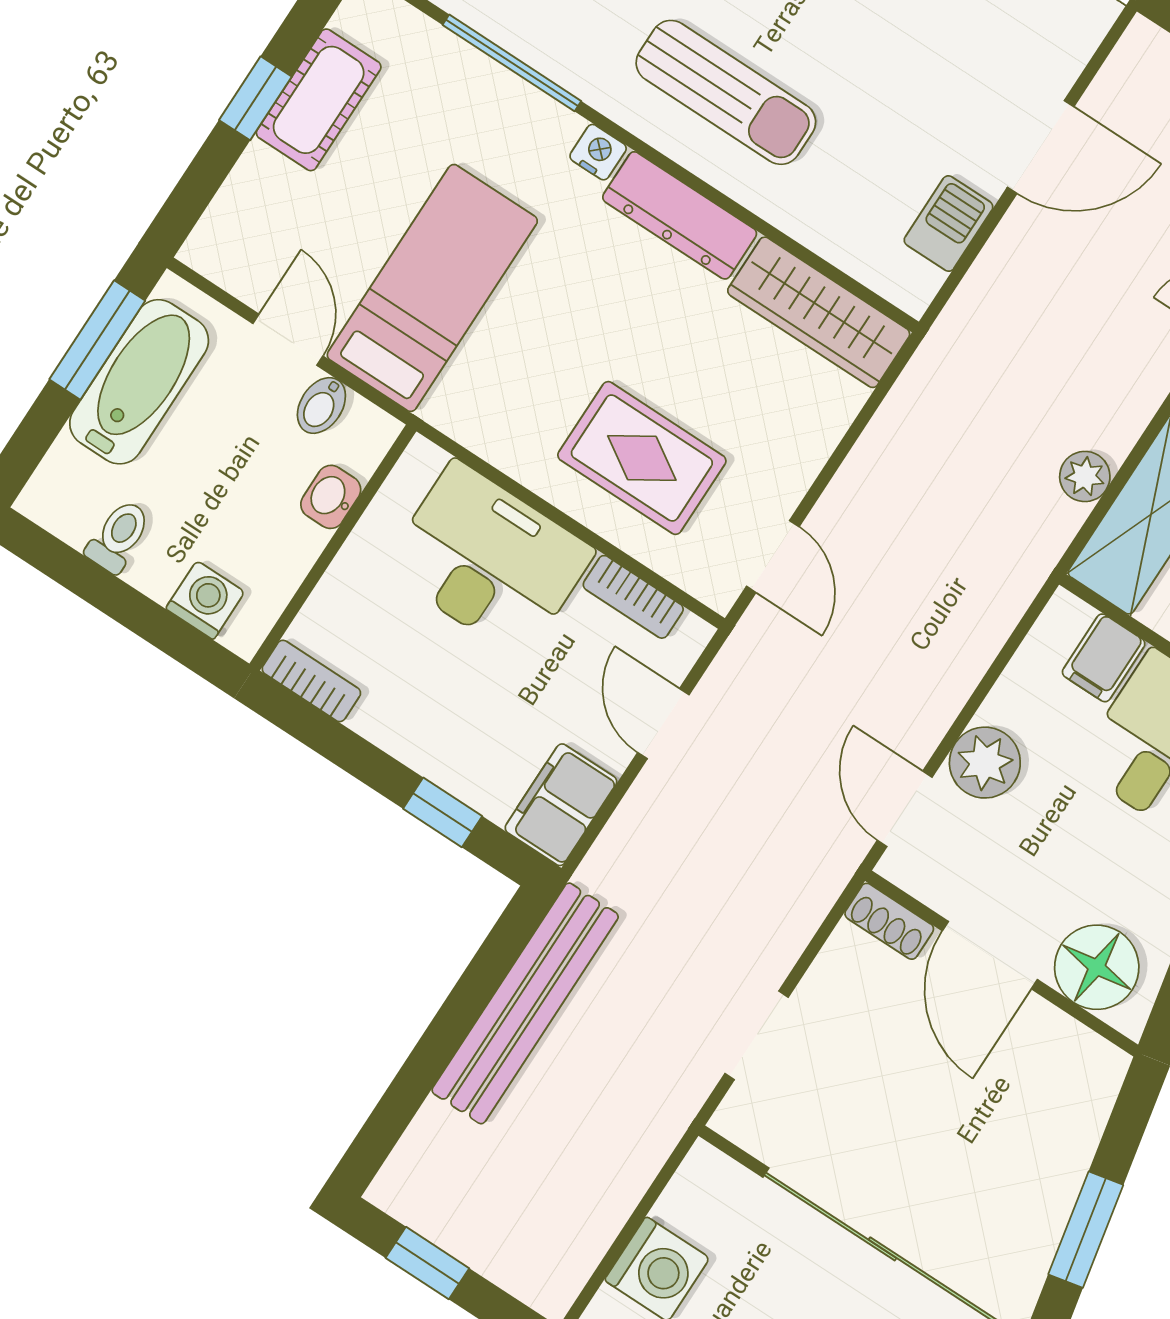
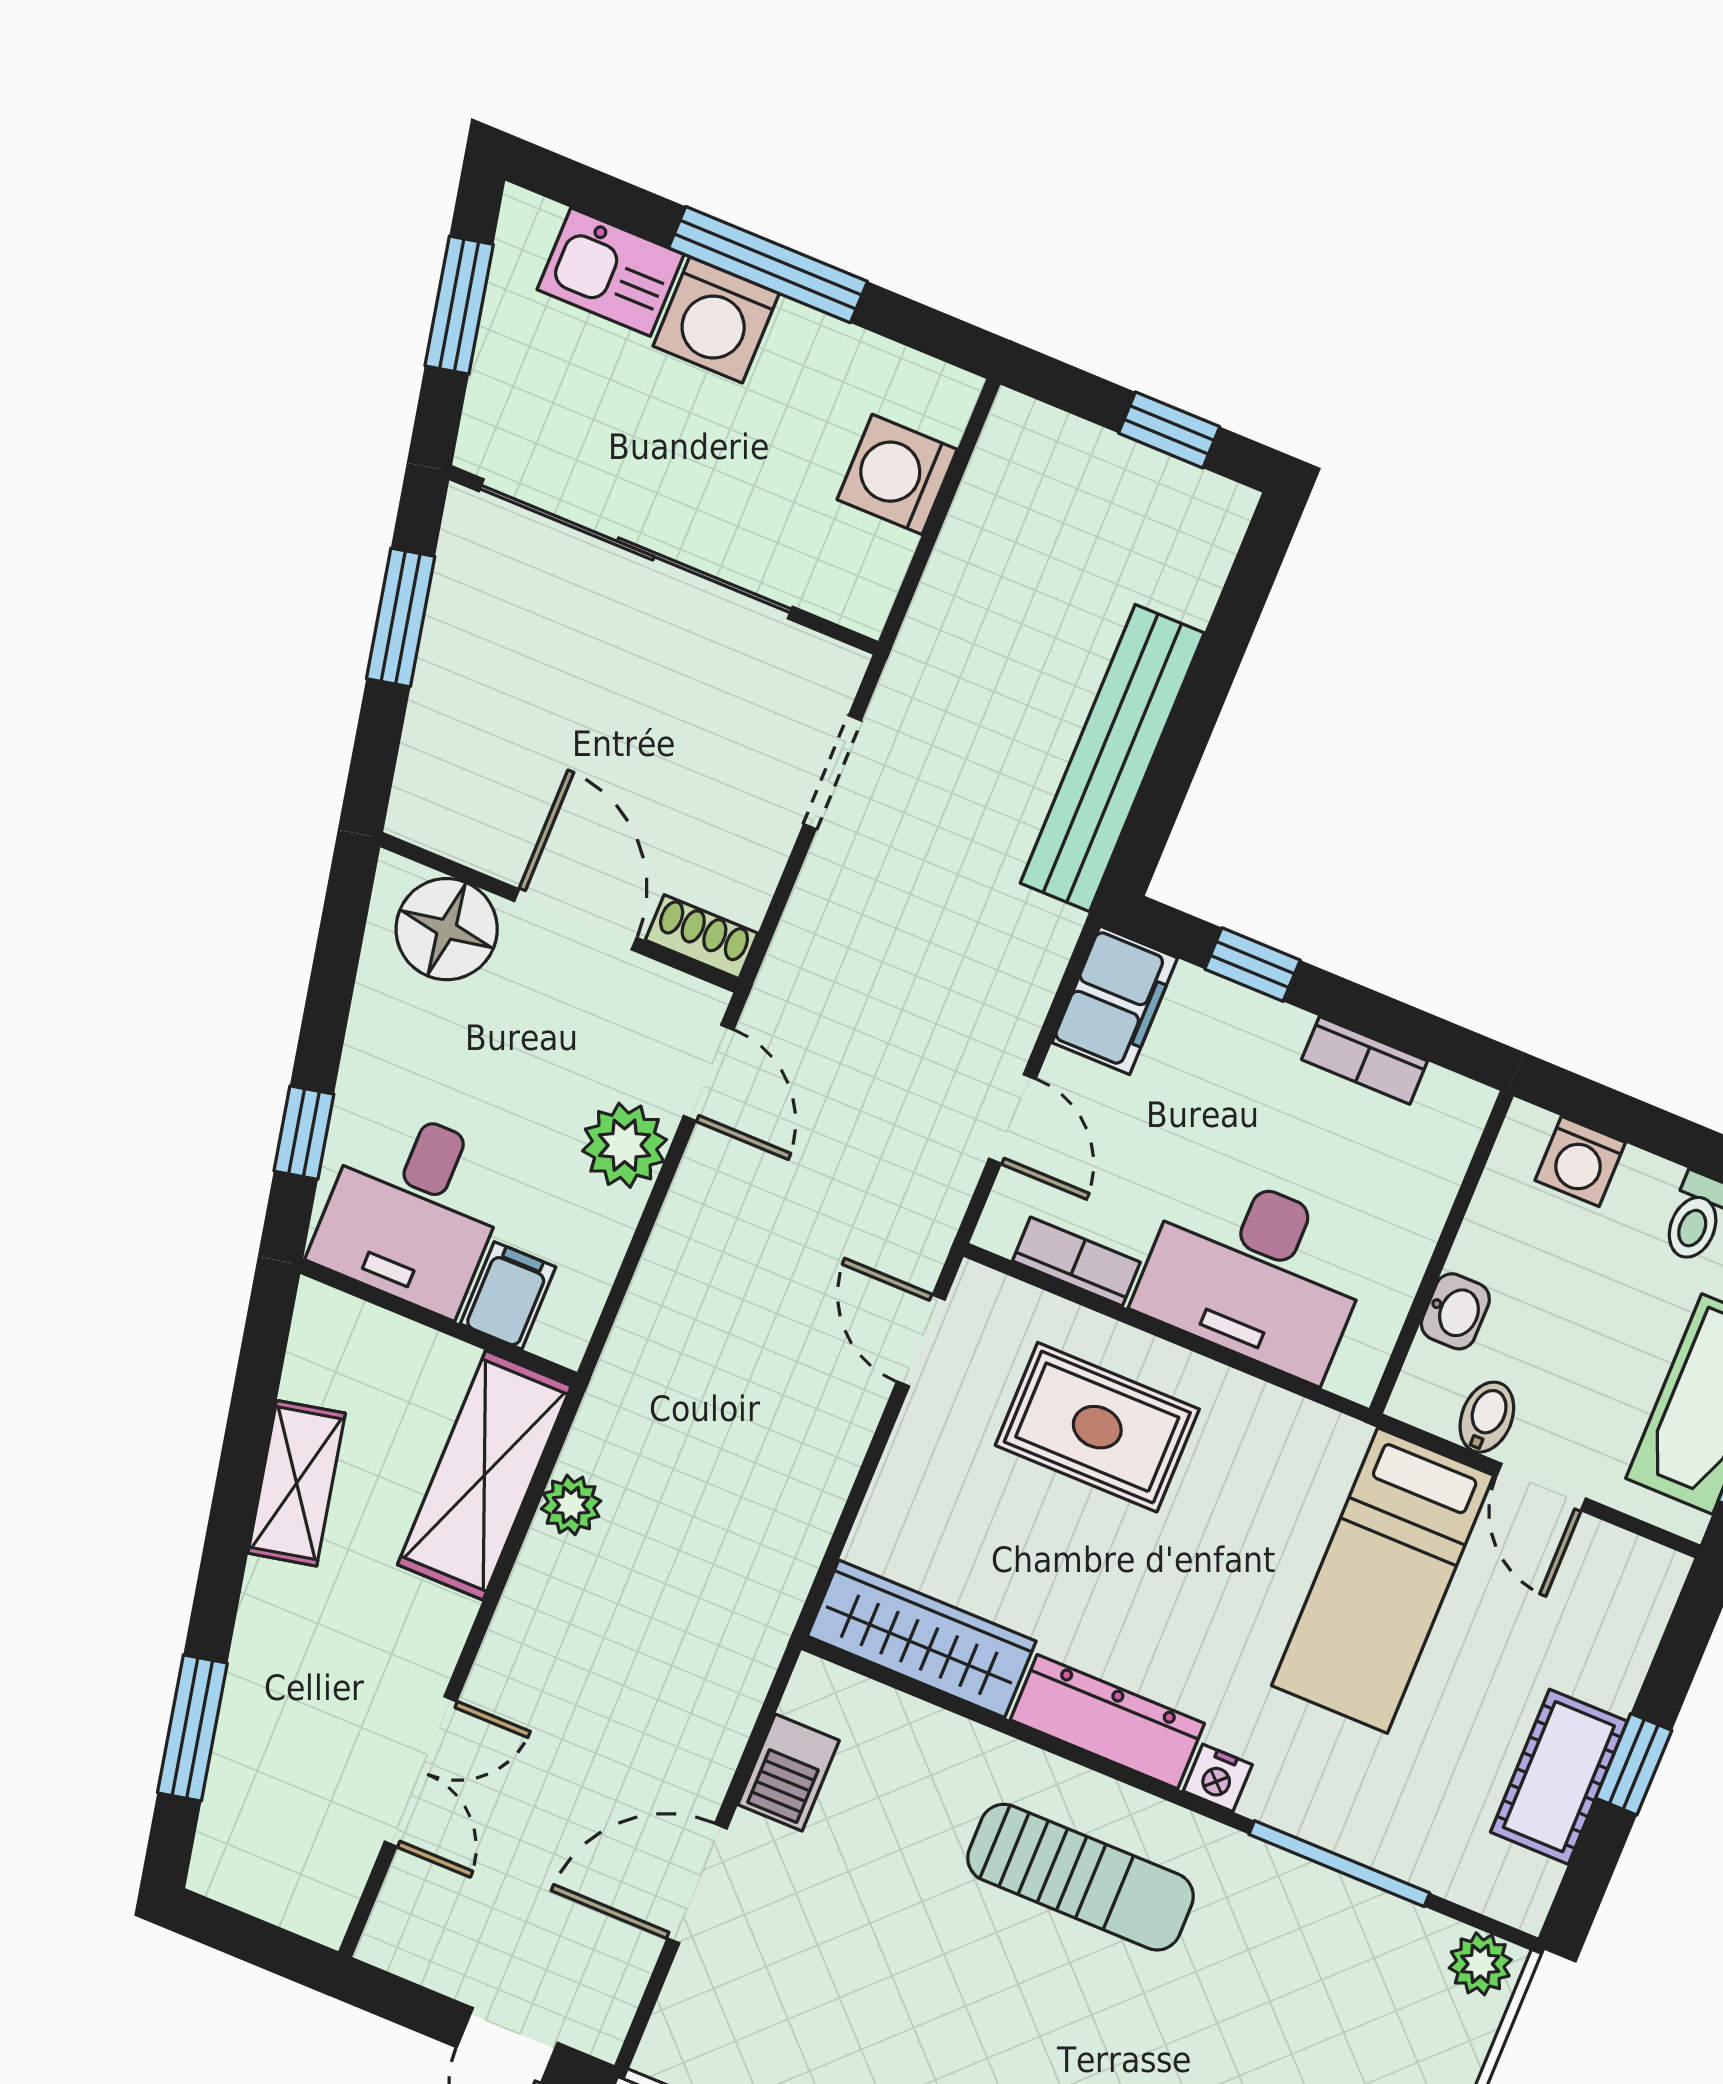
sun lounger: (726, 92) -> (1081, 1877), turned 180
bookcase: (311, 681) -> (1365, 1060), moved

